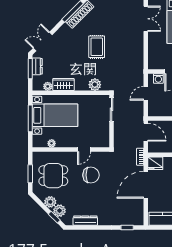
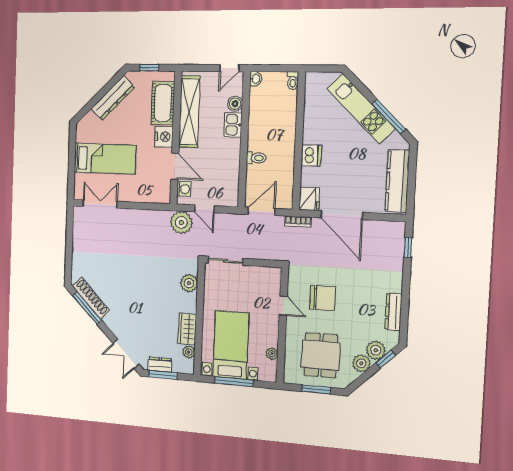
rug: (97, 47) -> (136, 277), removed
plant: (136, 78) -> (181, 222), added
chair: (91, 175) -> (323, 298), turned 90

